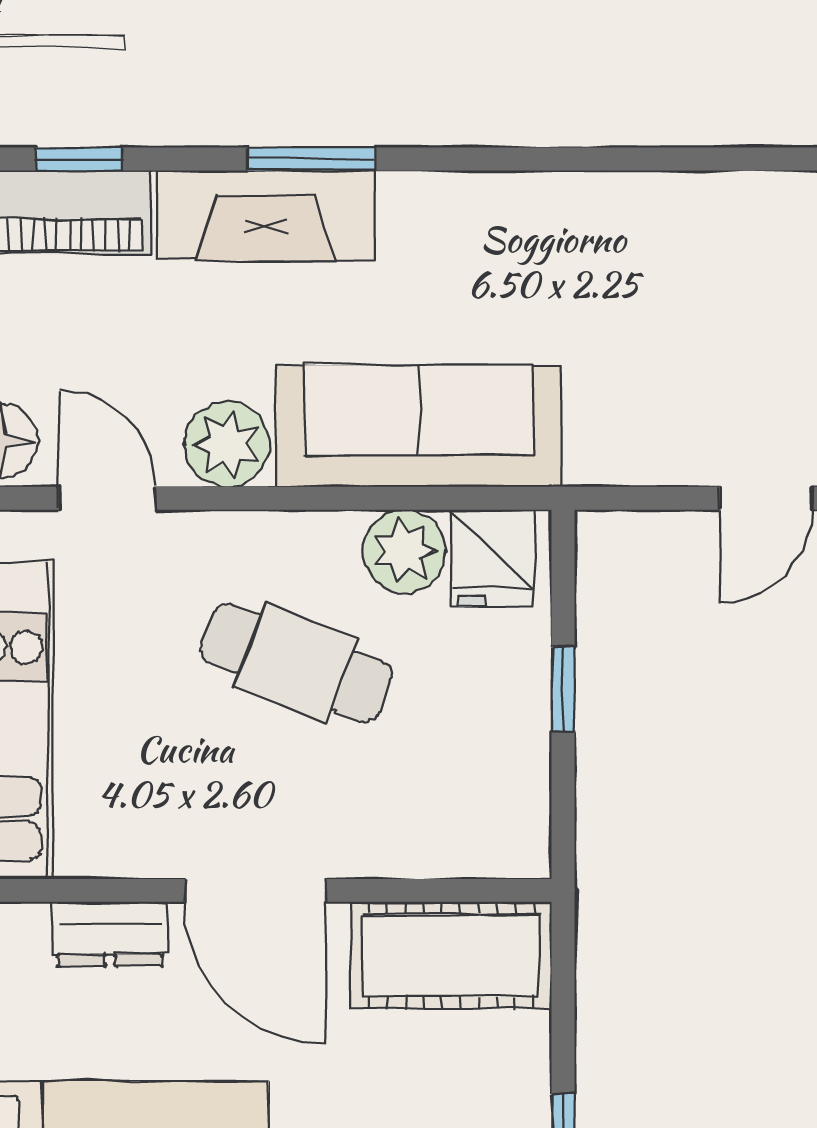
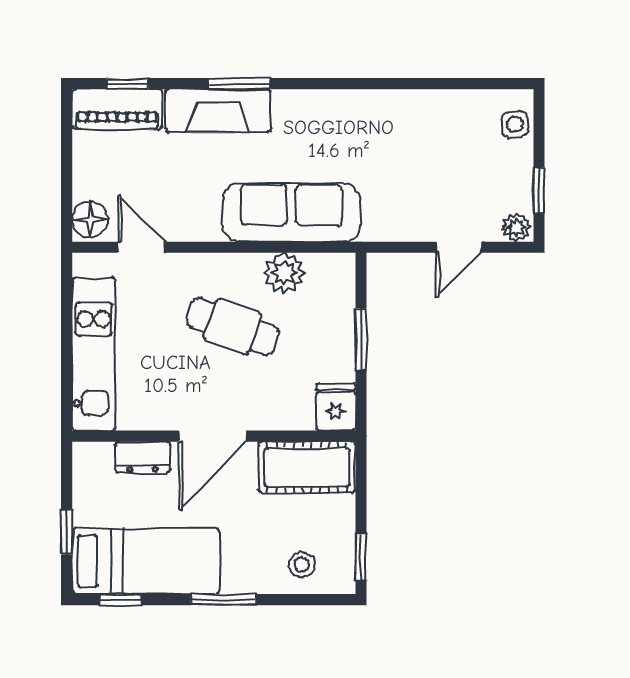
plant: (227, 444) -> (199, 221), removed
fridge: (492, 558) -> (336, 407), moved, turned 180
window: (563, 689) -> (361, 339), width x1.50
door: (255, 890) -> (213, 436), hinge flipped

